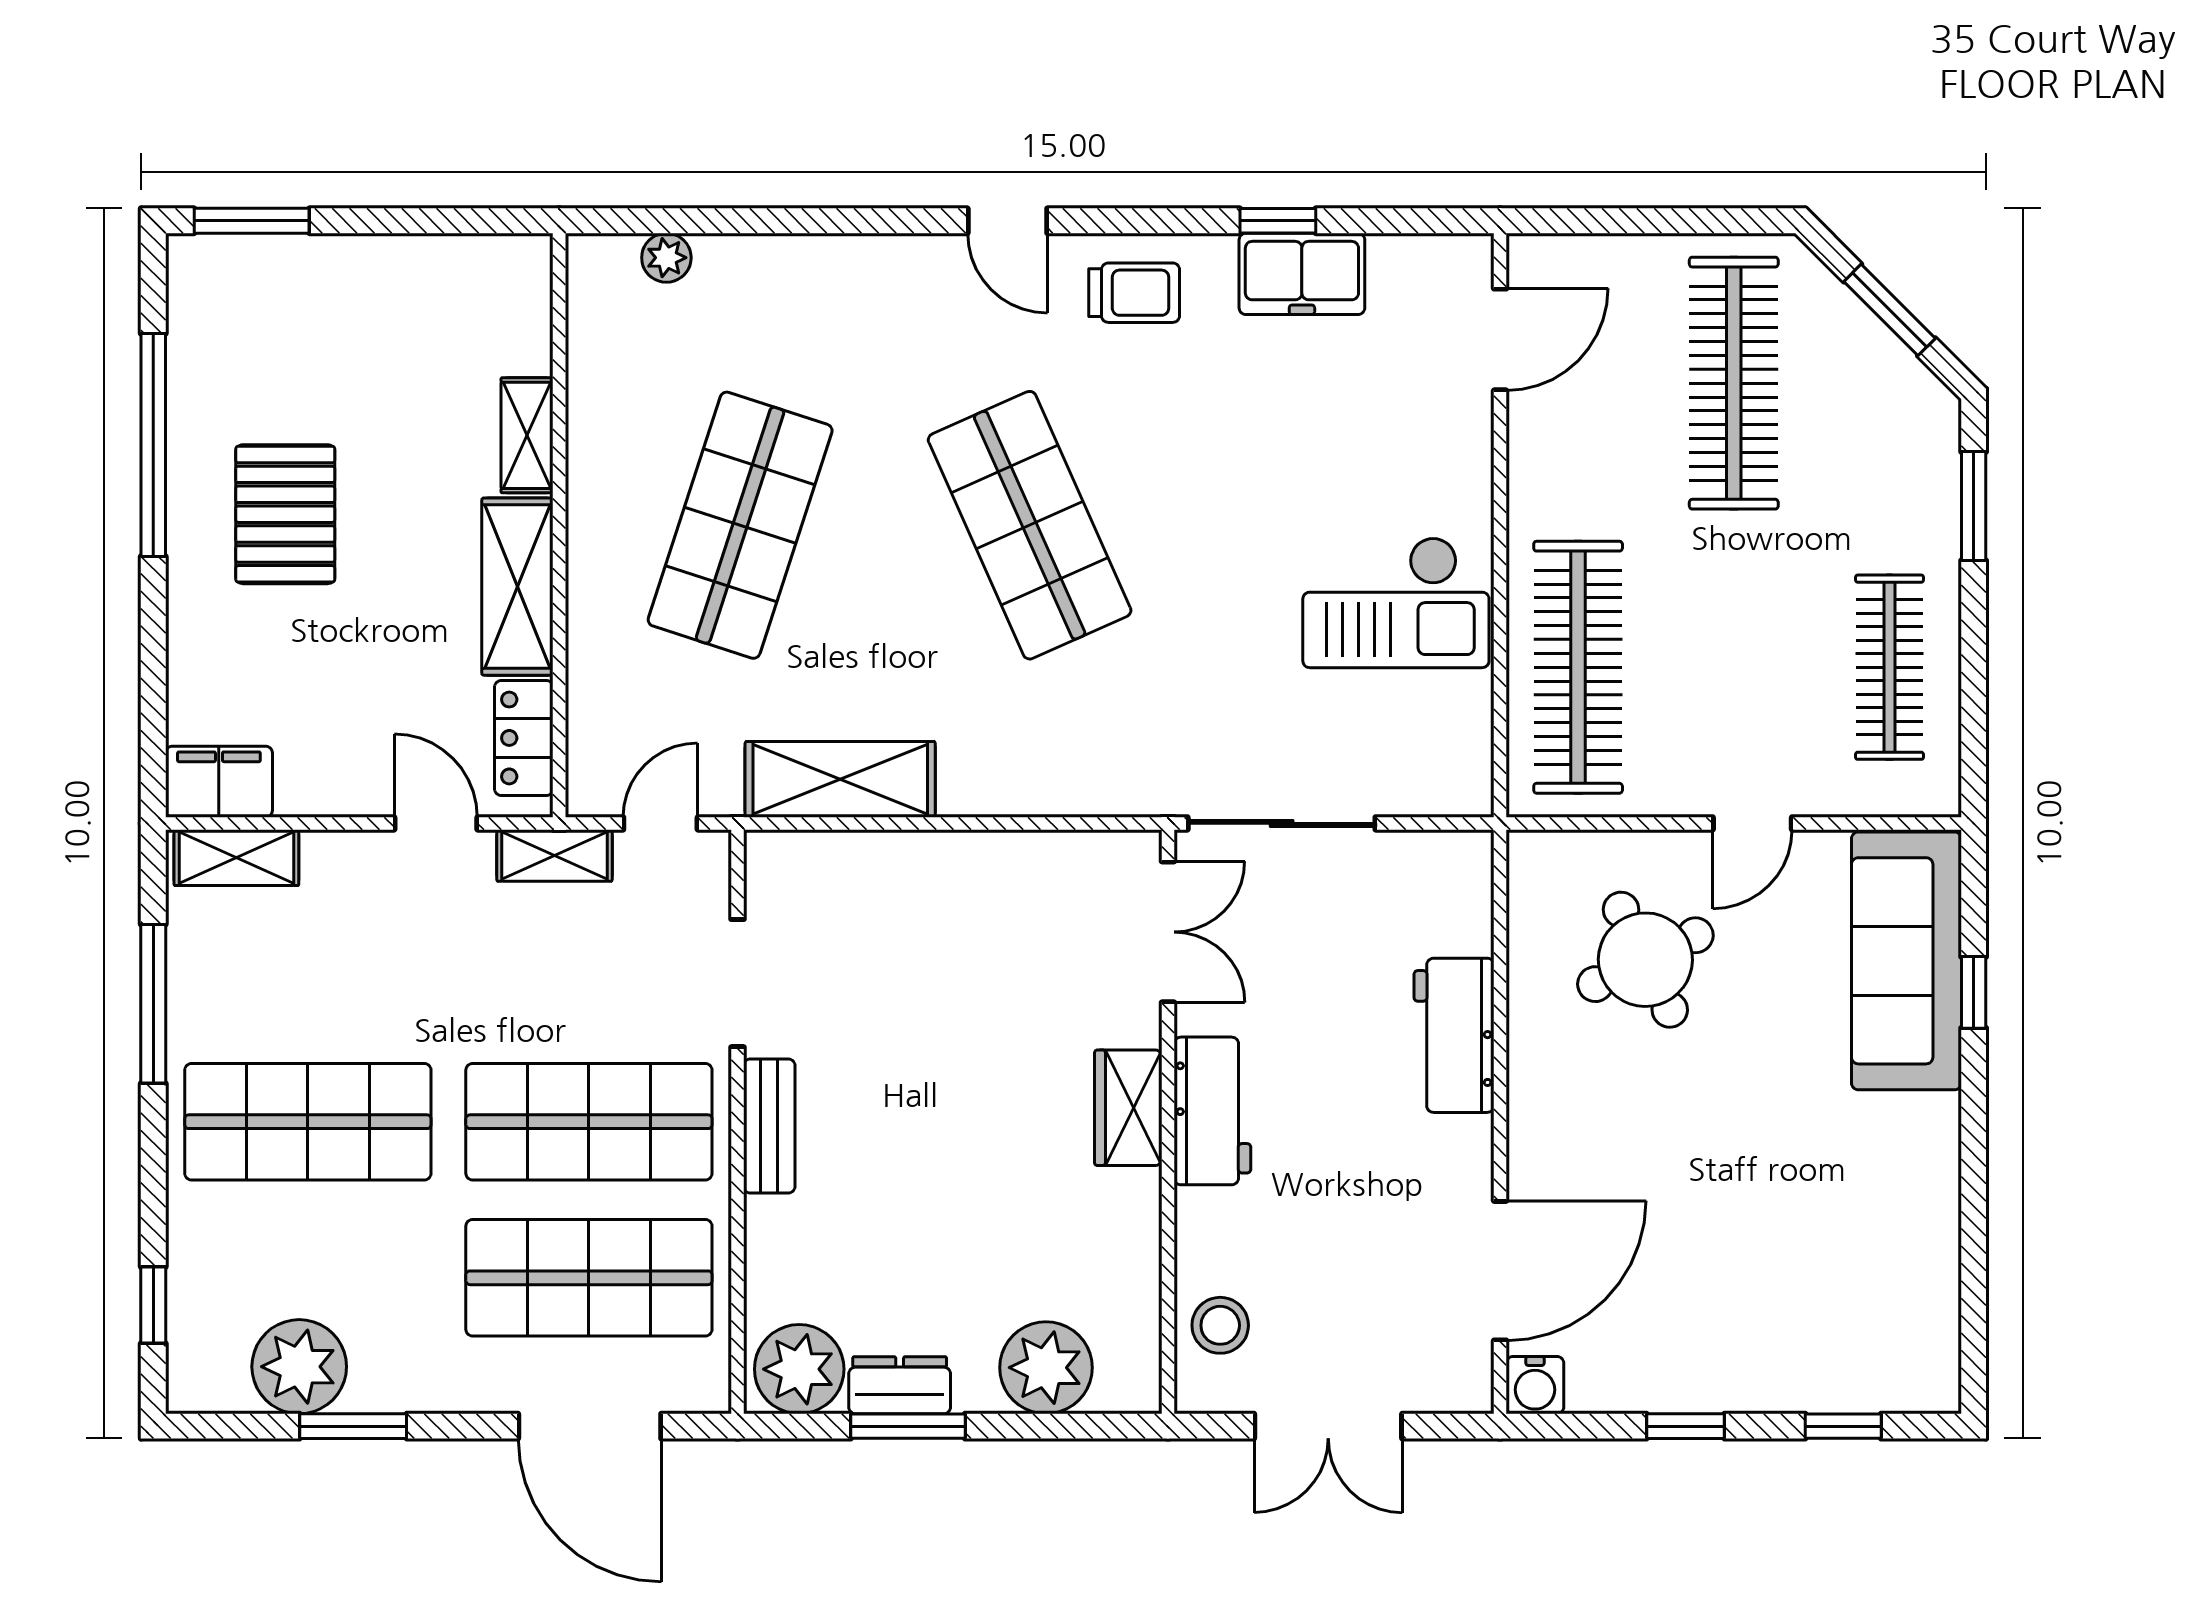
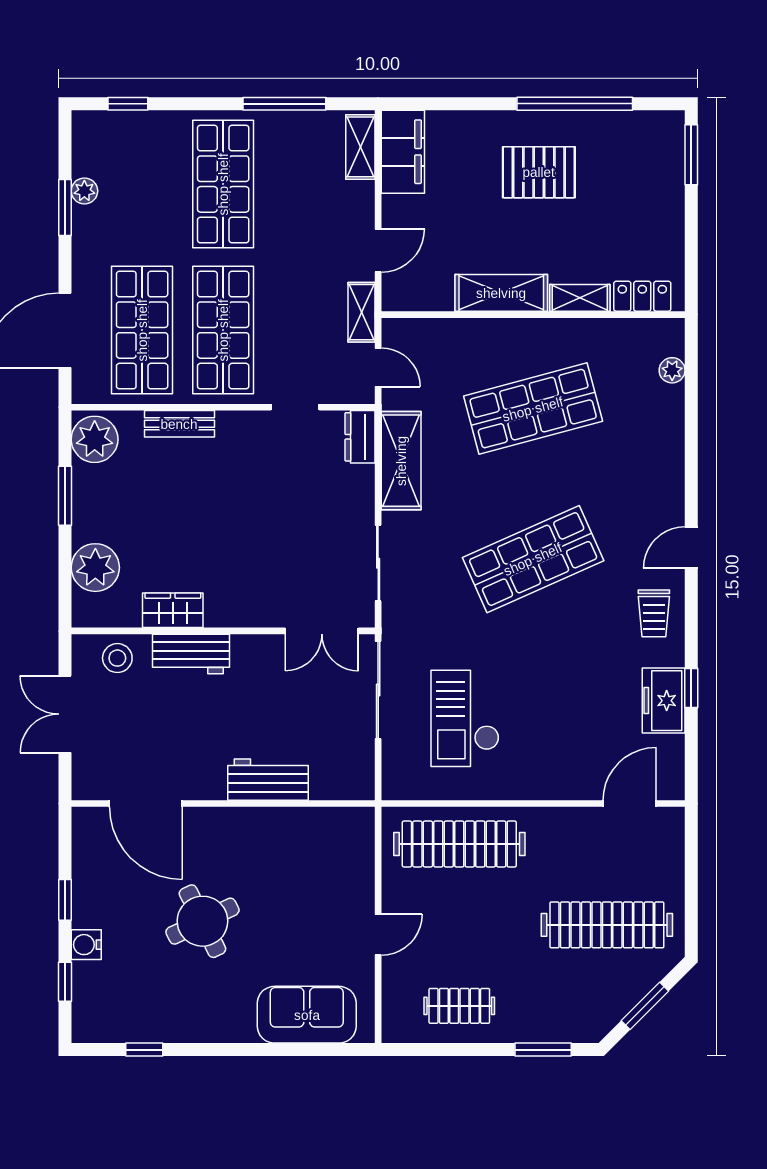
door: (1500, 339) -> (630, 803), swing flipped
shop shelf: (740, 525) -> (533, 409), turned -33
checkout: (1396, 602) -> (465, 718), moved
clothes rail: (1890, 667) -> (459, 1006), width x0.73
locker: (524, 738) -> (642, 296), moved
filing cabinet: (219, 782) -> (403, 152), width x1.50, depth x1.17
sliding door: (1038, 823) -> (378, 563), added
door: (1752, 823) -> (378, 935), swing flipped
round table: (1645, 960) -> (202, 921), moved
sofa: (1906, 961) -> (307, 1015), width x0.73
doorway: (737, 983) -> (295, 407), width x0.73
window: (1974, 992) -> (144, 1050), moved
wardrobe: (1128, 1108) -> (173, 610), moved
workbench: (1212, 1111) -> (191, 654), moved
bench: (769, 1126) -> (179, 424), moved
plant: (299, 1367) -> (84, 191), width x0.53, depth x0.53
dresser: (900, 1385) -> (360, 437), moved, turned 180
water cooler: (1535, 1385) -> (86, 945), moved

